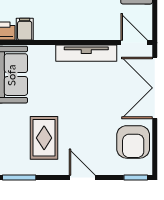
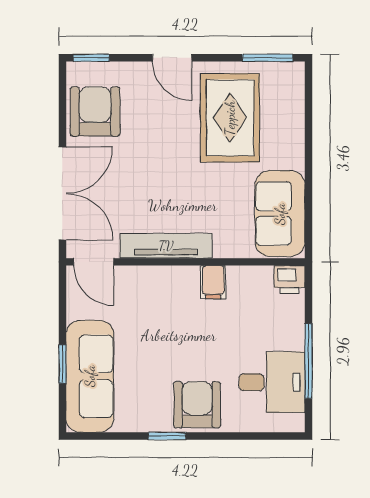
filing cabinet: (25, 29) -> (213, 282), moved
rug: (44, 138) -> (230, 118), width x1.36, depth x1.43

